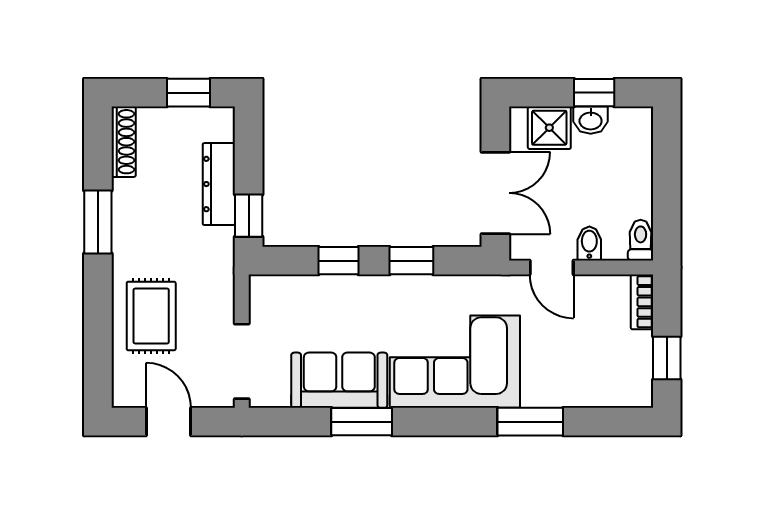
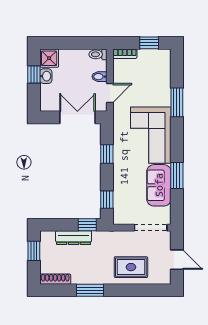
shower: (549, 128) -> (49, 58), moved
window: (338, 261) -> (107, 200), moved
door: (168, 422) -> (177, 260), swing flipped

